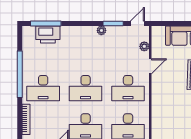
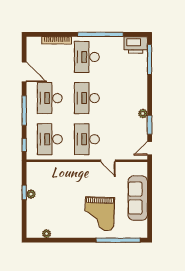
door: (137, 23) -> (150, 148), swing flipped
printer: (48, 34) -> (136, 45), moved, turned -90
plant: (144, 46) -> (127, 155), removed

